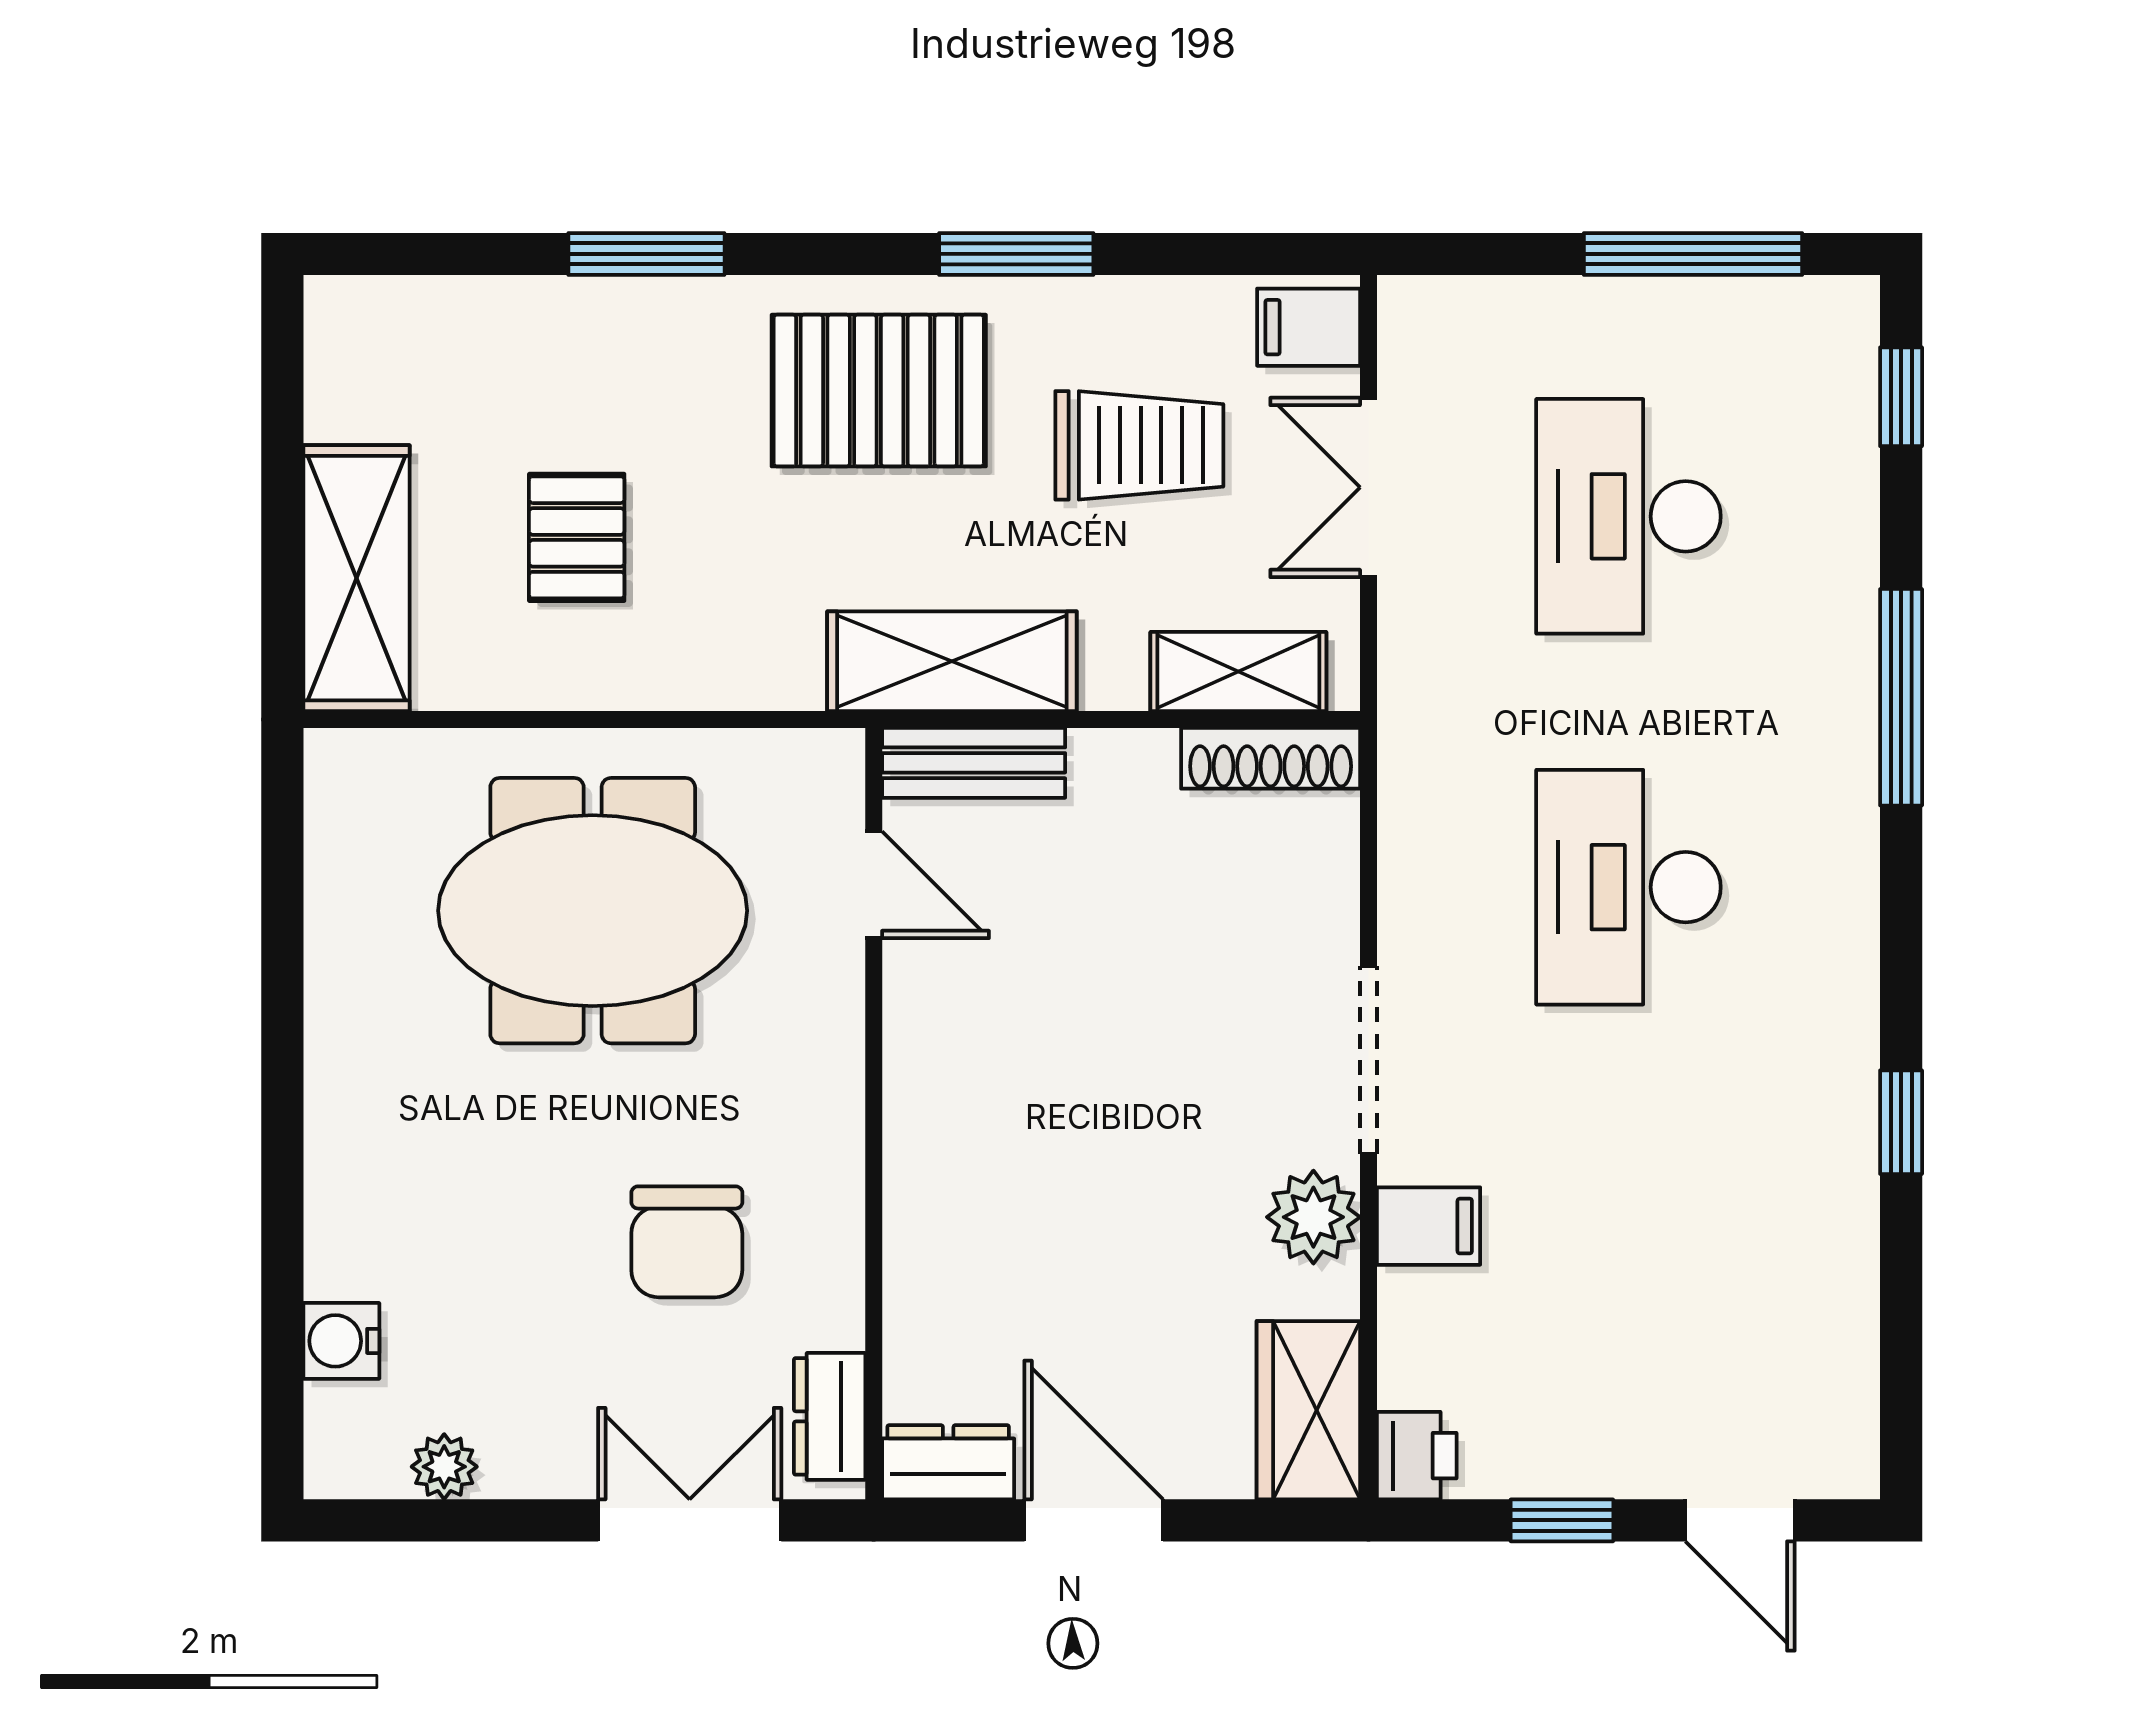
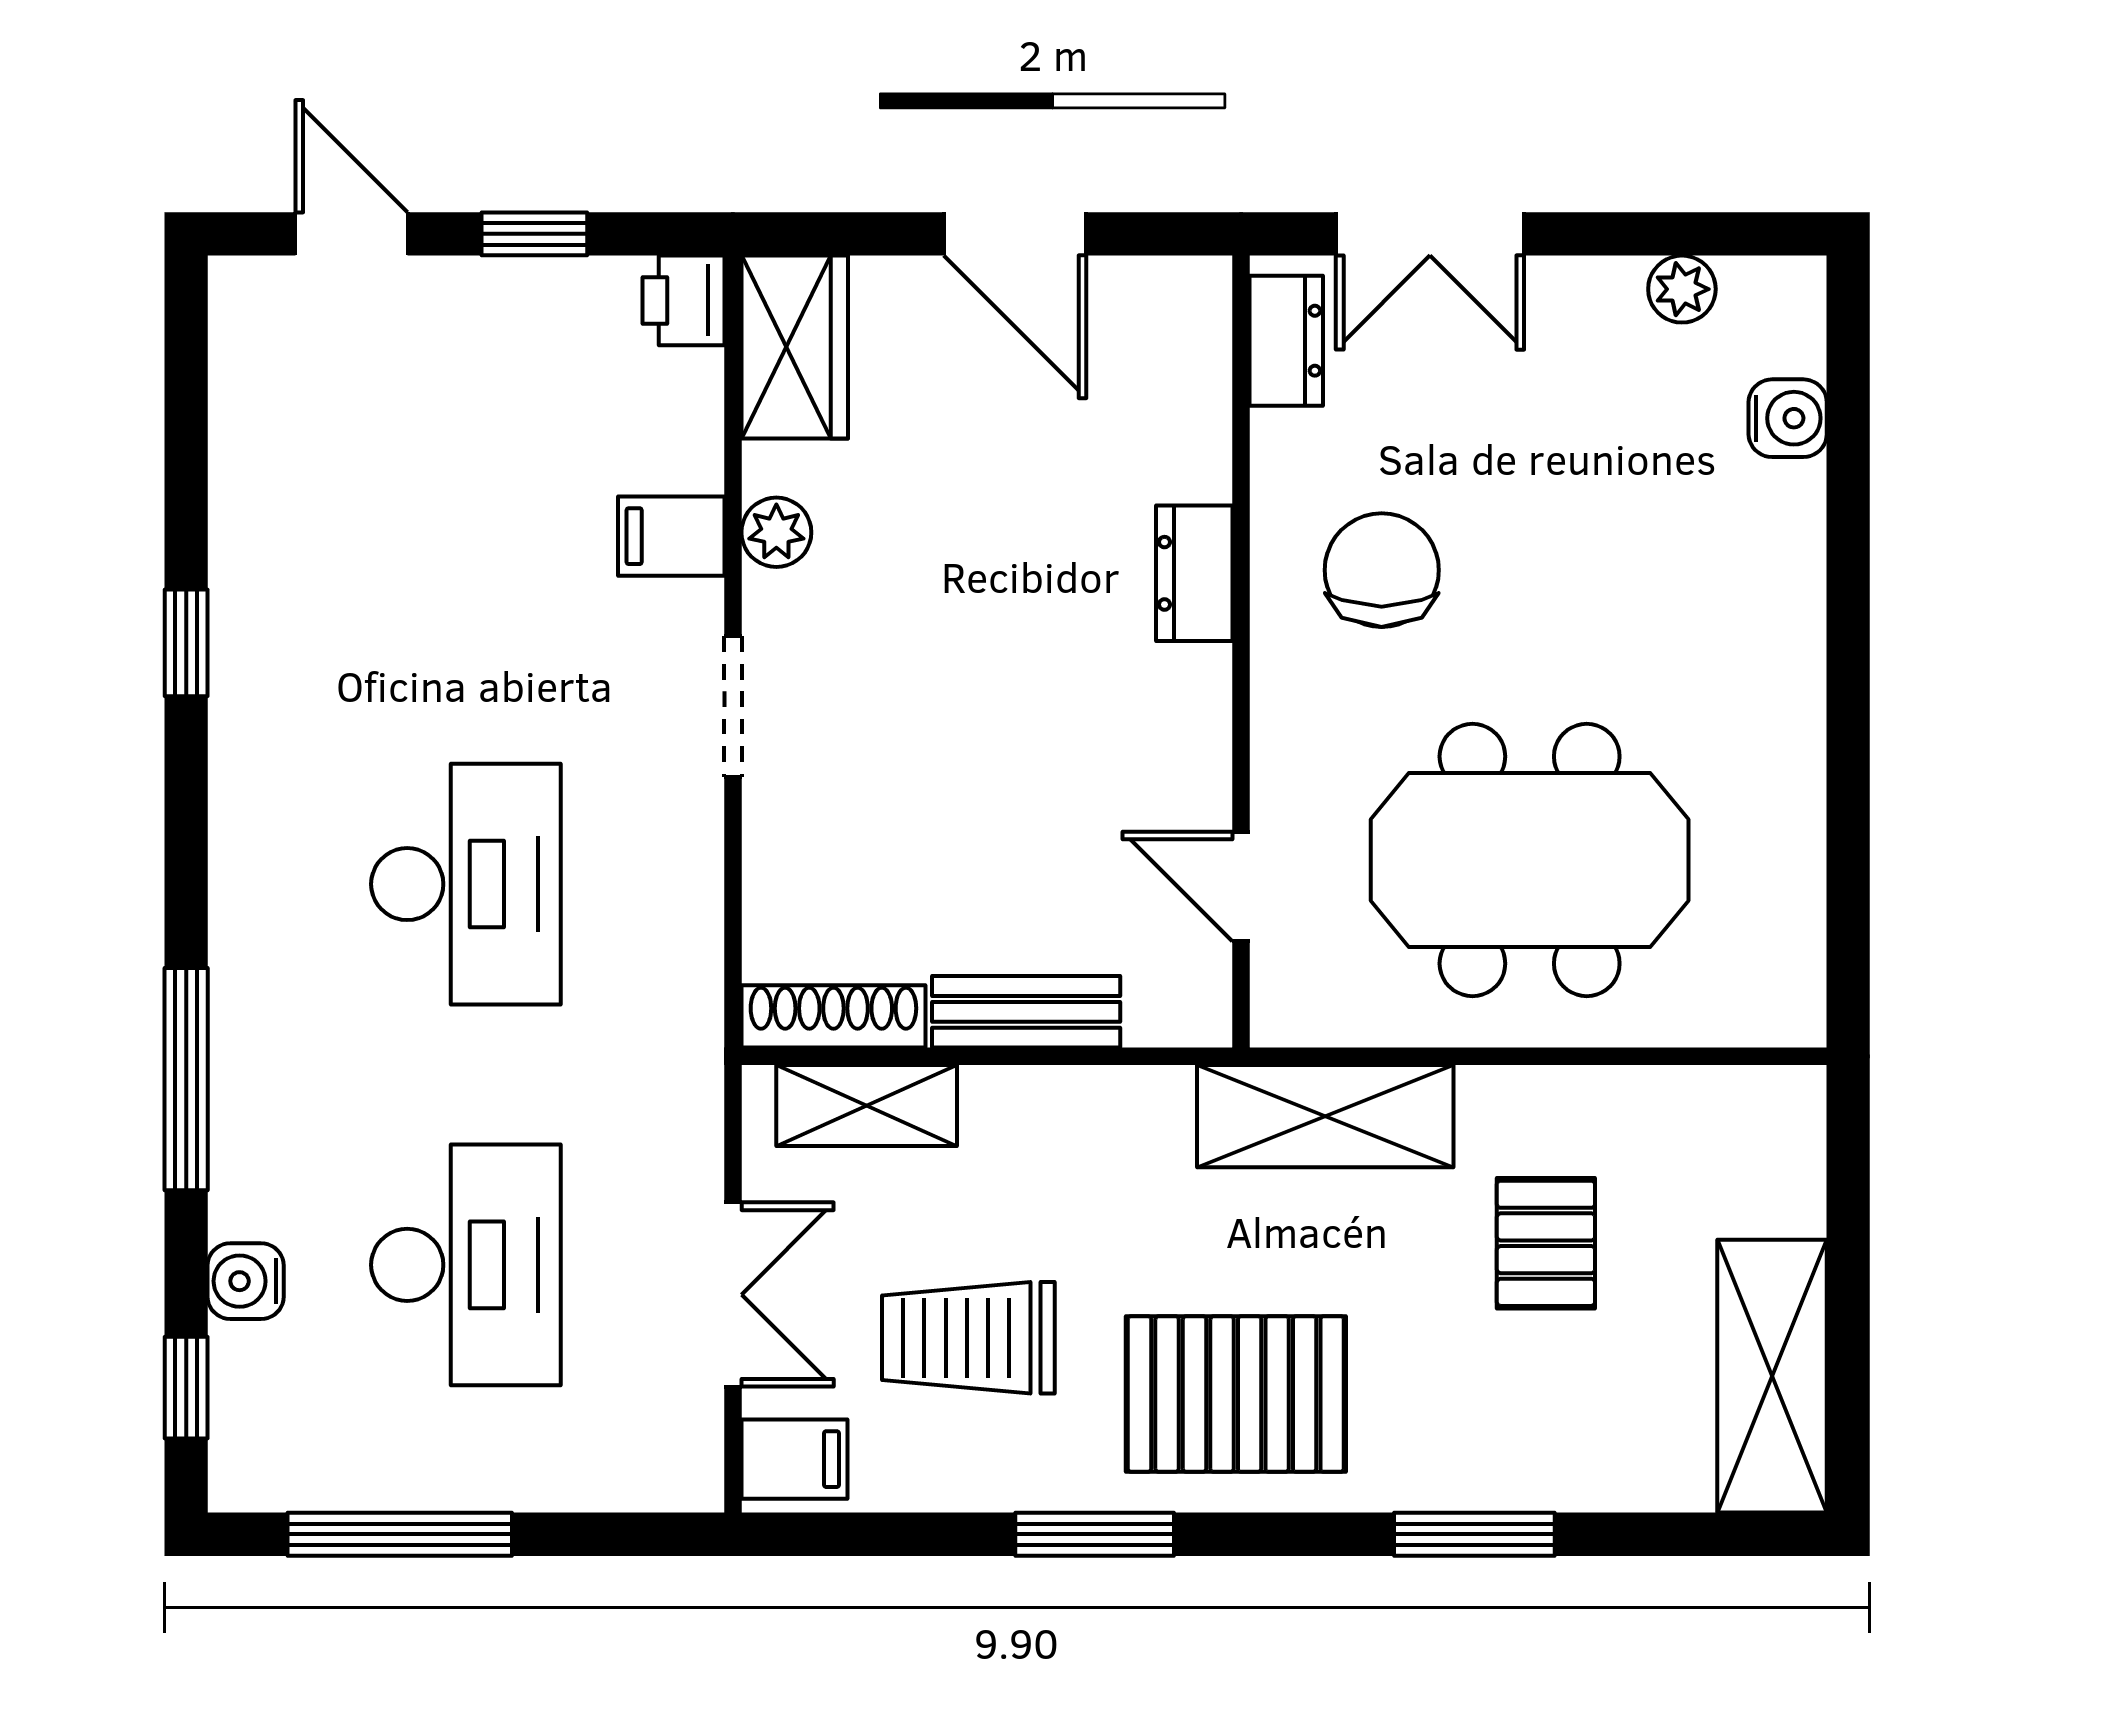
water cooler: (1843, 501) -> (246, 1281), added
shelving: (357, 578) -> (1772, 1376), moved
shelving: (952, 661) -> (1325, 1116), moved
bench: (974, 763) -> (1026, 1012), moved
doorway: (1368, 1060) -> (733, 707), width x0.73
plant: (1313, 1217) -> (776, 532), width x0.73, depth x0.73
chair: (687, 1242) -> (1382, 570), moved
dresser: (948, 1462) -> (1194, 573), moved, turned 90

